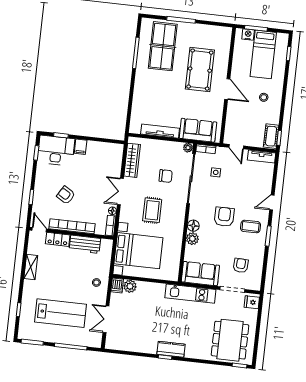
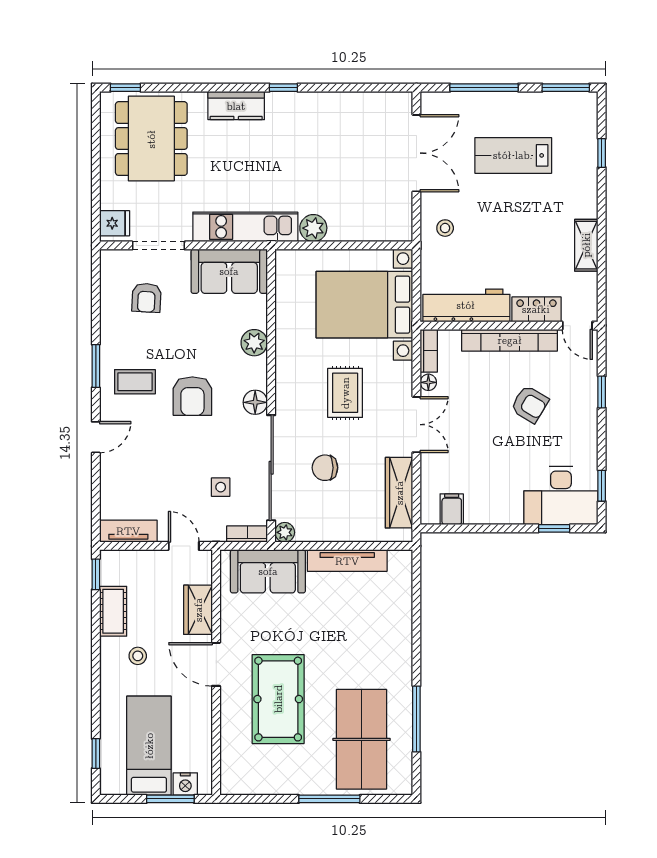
wardrobe: (233, 116) -> (198, 610), added
cot: (271, 136) -> (113, 611), moved
filing cabinet: (81, 147) -> (452, 509), moved
floor lamp: (193, 226) -> (255, 402), moved
workbench: (85, 244) -> (466, 305), width x1.38
dishwasher: (117, 286) -> (401, 227), removed
plant: (130, 286) -> (313, 228), moved
lab bench: (60, 313) -> (513, 155), width x0.73, depth x0.72
double door: (106, 319) -> (416, 153), width x1.37
kitchen counter: (171, 349) -> (236, 106), moved

